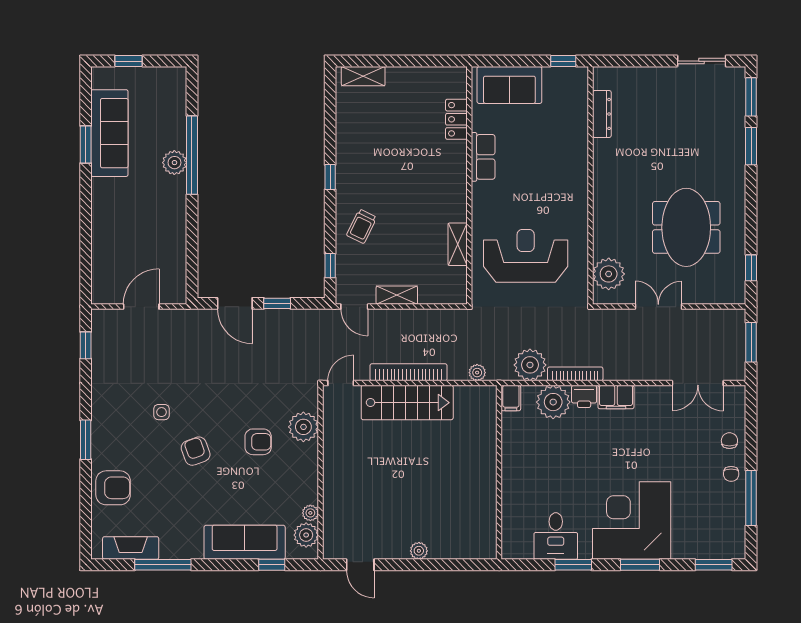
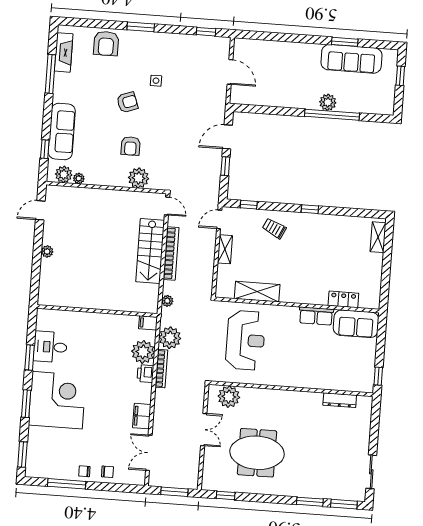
sofa: (509, 85) -> (356, 324), moved, turned -90
shelving: (458, 244) -> (257, 292), width x1.50, depth x1.33
filing cabinet: (616, 397) -> (142, 416), moved

